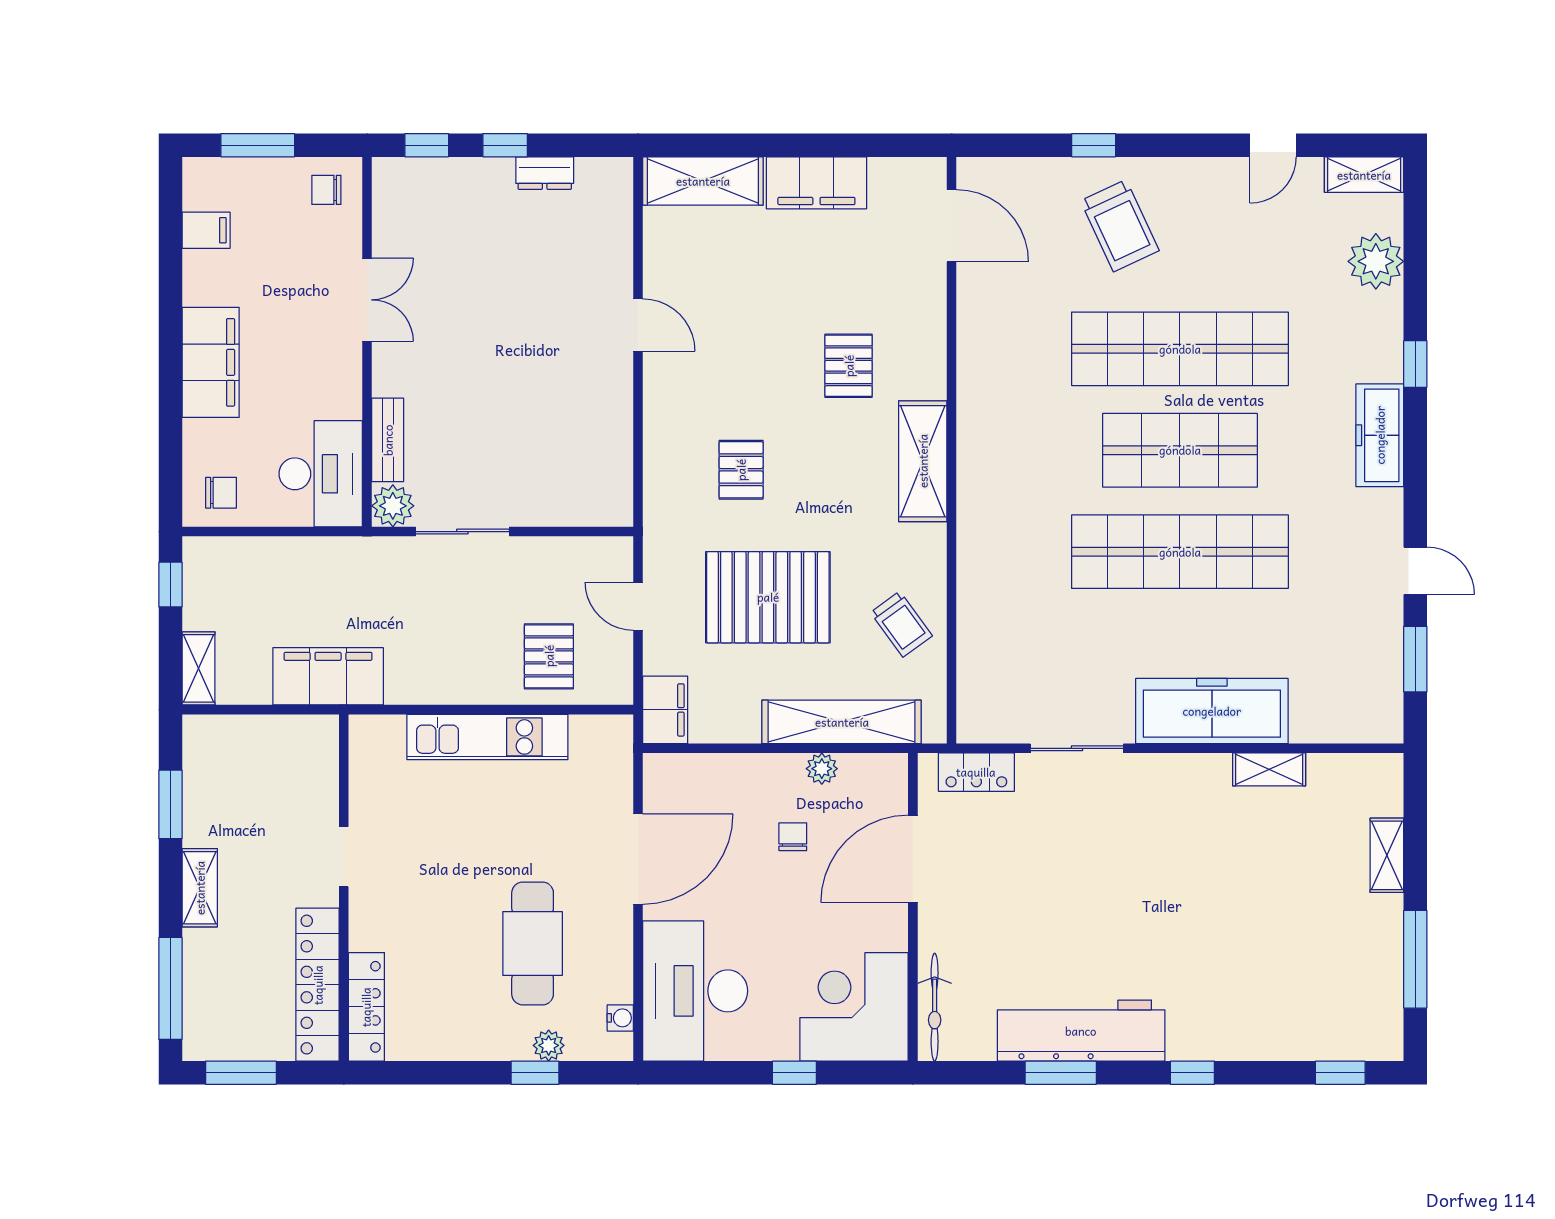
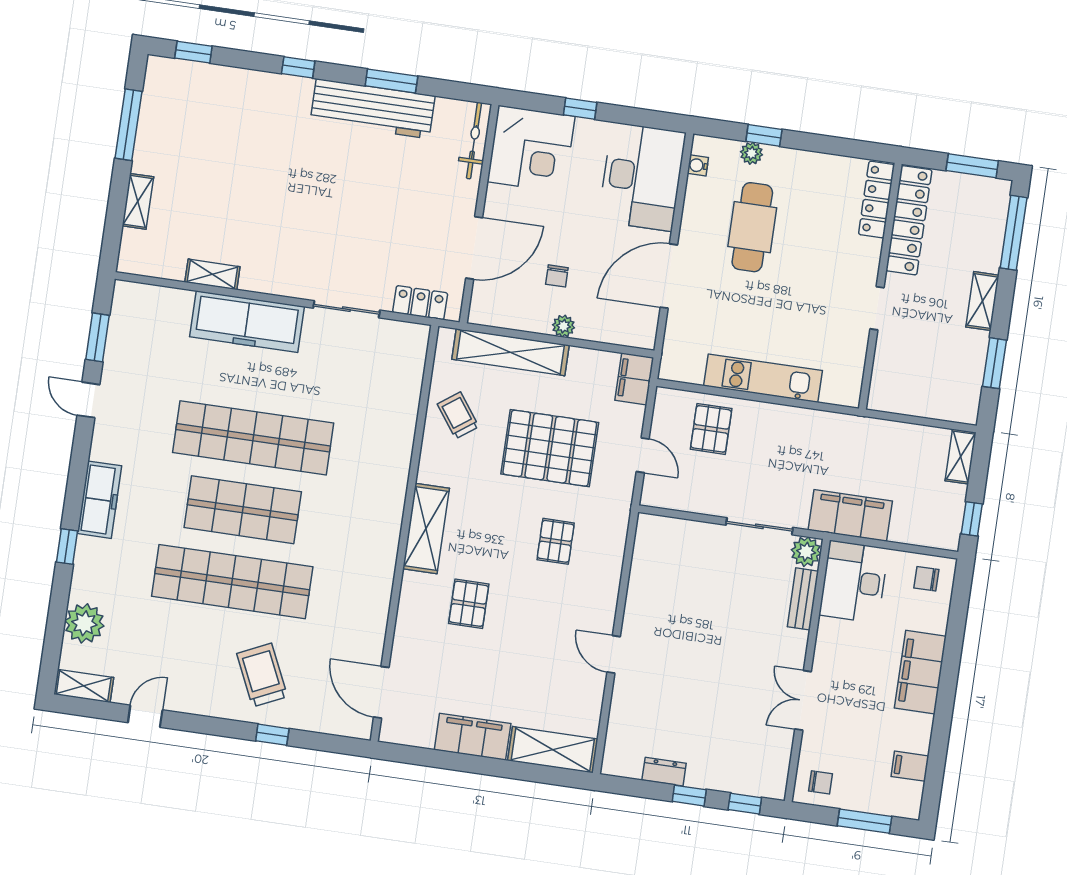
filing cabinet: (328, 676) -> (850, 515), moved, turned 180
plant: (822, 769) -> (563, 326), moved

